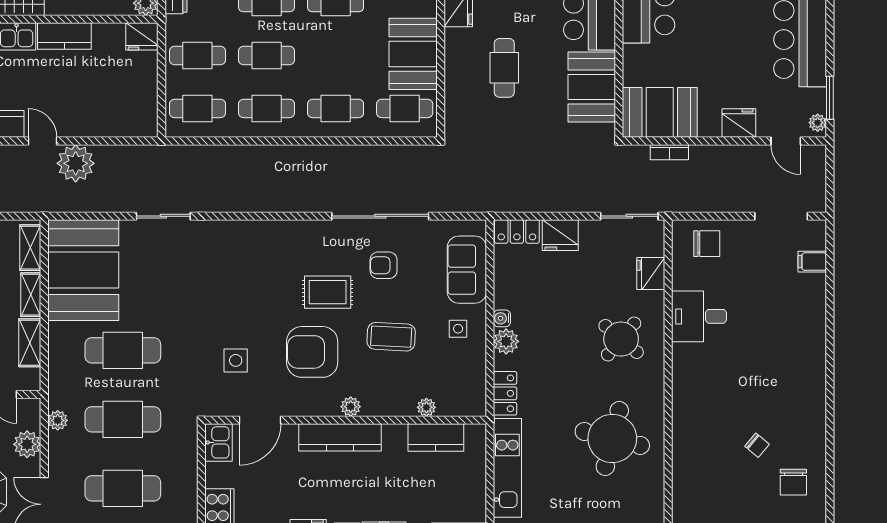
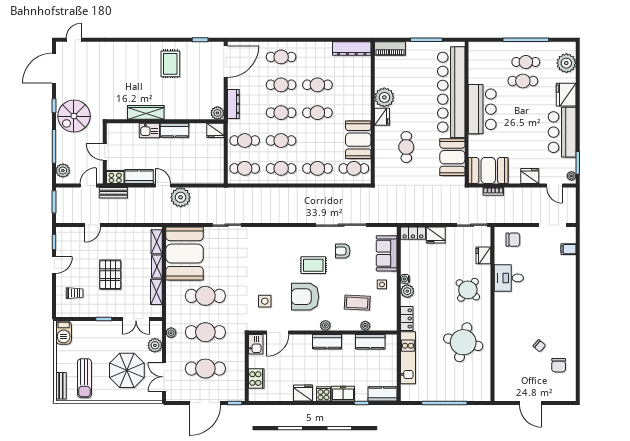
coffee table: (391, 337) -> (357, 303), moved
kitchen counter: (340, 437) -> (327, 342), width x0.67

